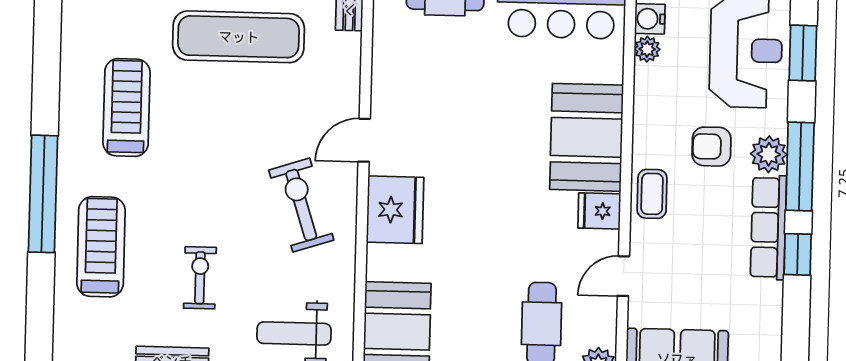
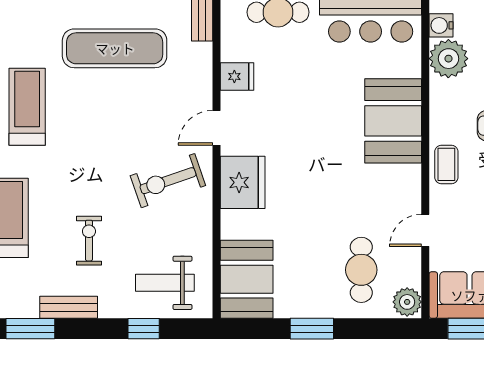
plant: (647, 49) -> (448, 59), width x1.88, depth x1.88
exercise bike: (301, 205) -> (168, 181), turned -91
fridge: (599, 211) -> (237, 76), moved, turned 180

